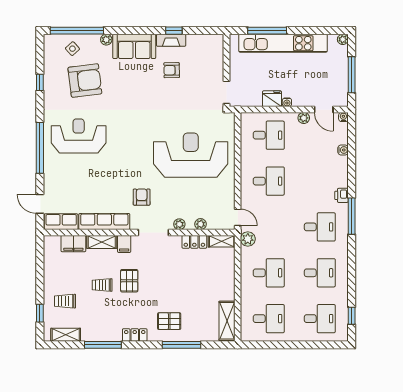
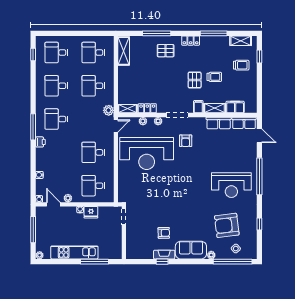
kitchen unit: (283, 43) -> (74, 252), width x0.73
reception desk: (191, 155) -> (147, 153), moved
door: (238, 217) -> (116, 126), swing flipped
row of seats: (104, 221) -> (219, 123), width x0.68

